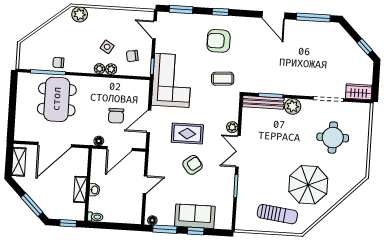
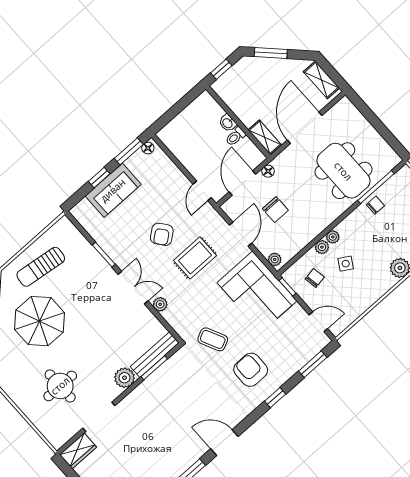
armchair: (219, 41) -> (251, 370), turned -90
coffee table: (223, 79) -> (213, 339), turned 68
plant: (144, 88) -> (275, 259), added
chair: (116, 116) -> (275, 209), turned 180
door: (145, 185) -> (202, 191), moved
shelving: (80, 189) -> (265, 137), moved
toilet: (95, 217) -> (235, 137), moved

